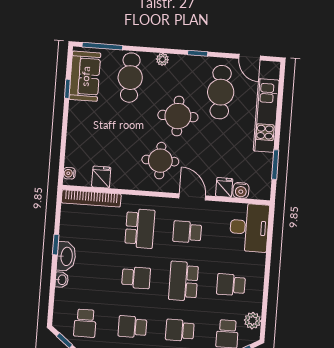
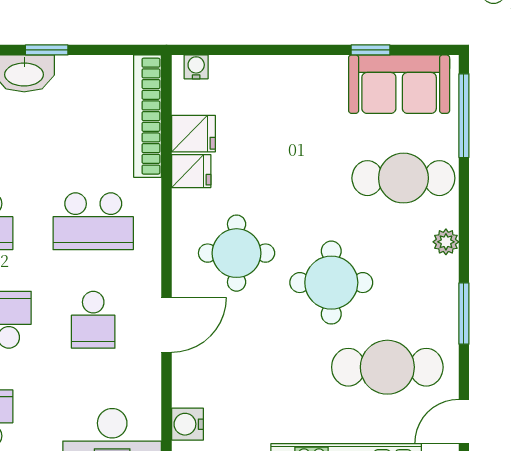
window: (198, 53) -> (464, 314), width x1.50
fridge: (224, 187) -> (191, 171), moved
school desk: (187, 232) -> (93, 320), turned 180

